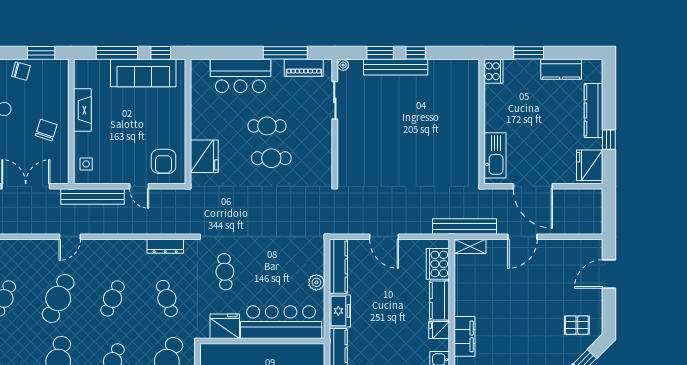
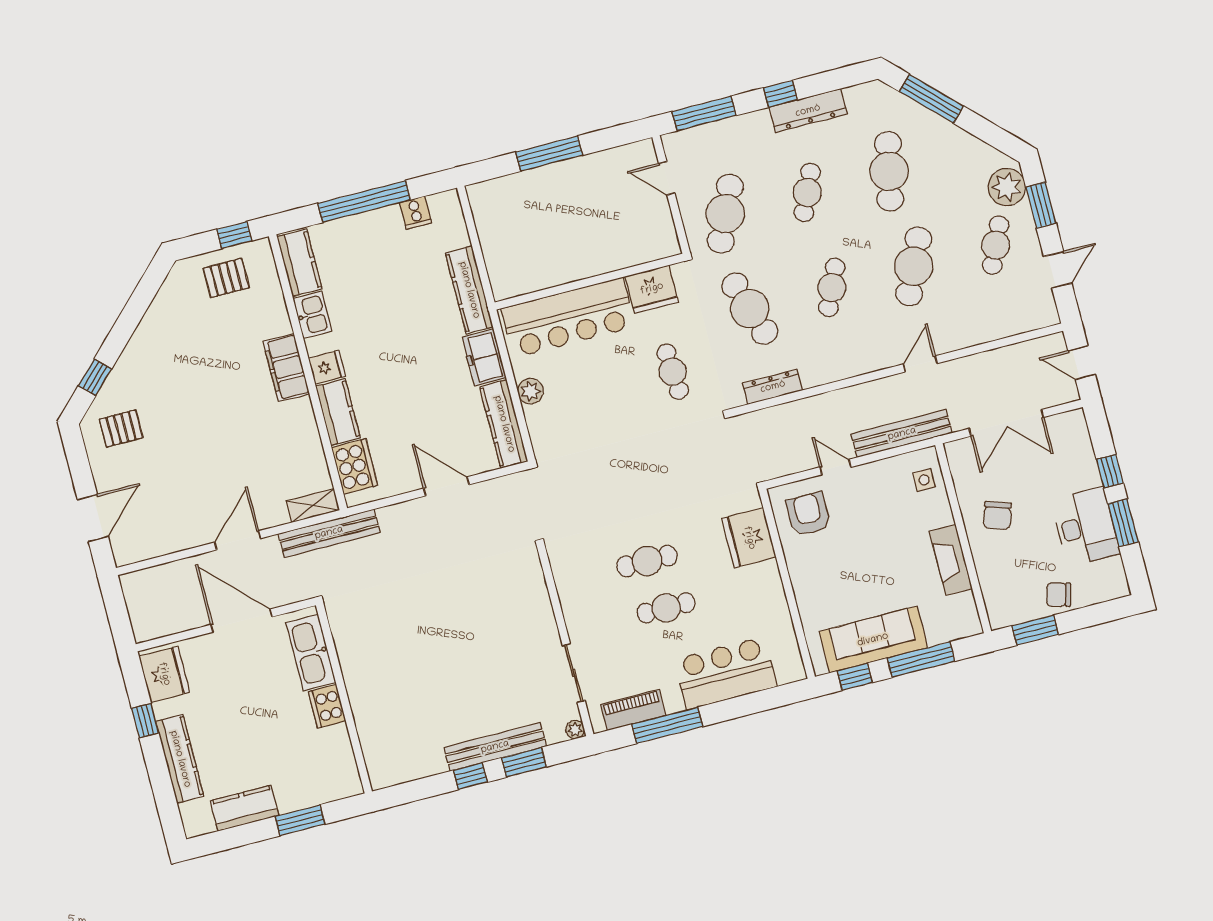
cooker: (493, 71) -> (327, 706), moved
cafe table: (167, 298) -> (750, 309), width x1.37, depth x1.35

